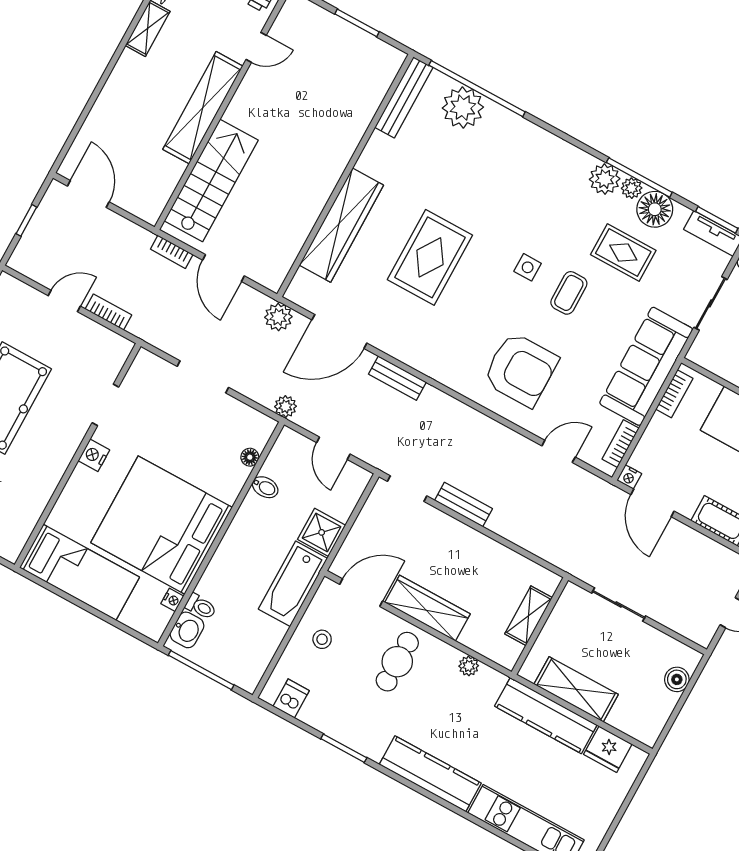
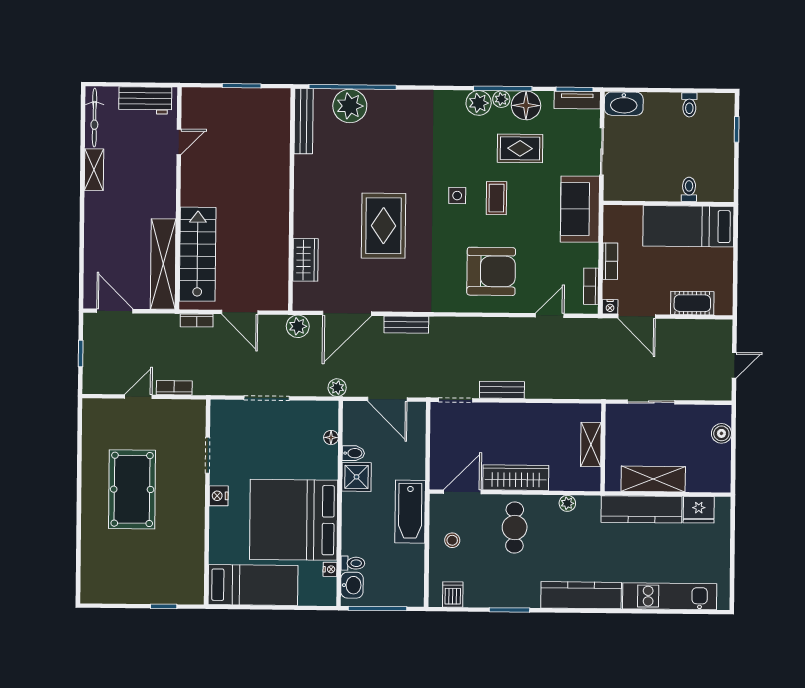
shelving: (203, 108) -> (163, 264), moved
wardrobe: (341, 225) -> (305, 260), width x0.48, depth x0.85
sofa: (646, 366) -> (580, 209), width x0.73
bookcase: (674, 394) -> (610, 261), moved
door: (333, 448) -> (387, 399), width x1.38
shower: (322, 532) -> (357, 477), moved

